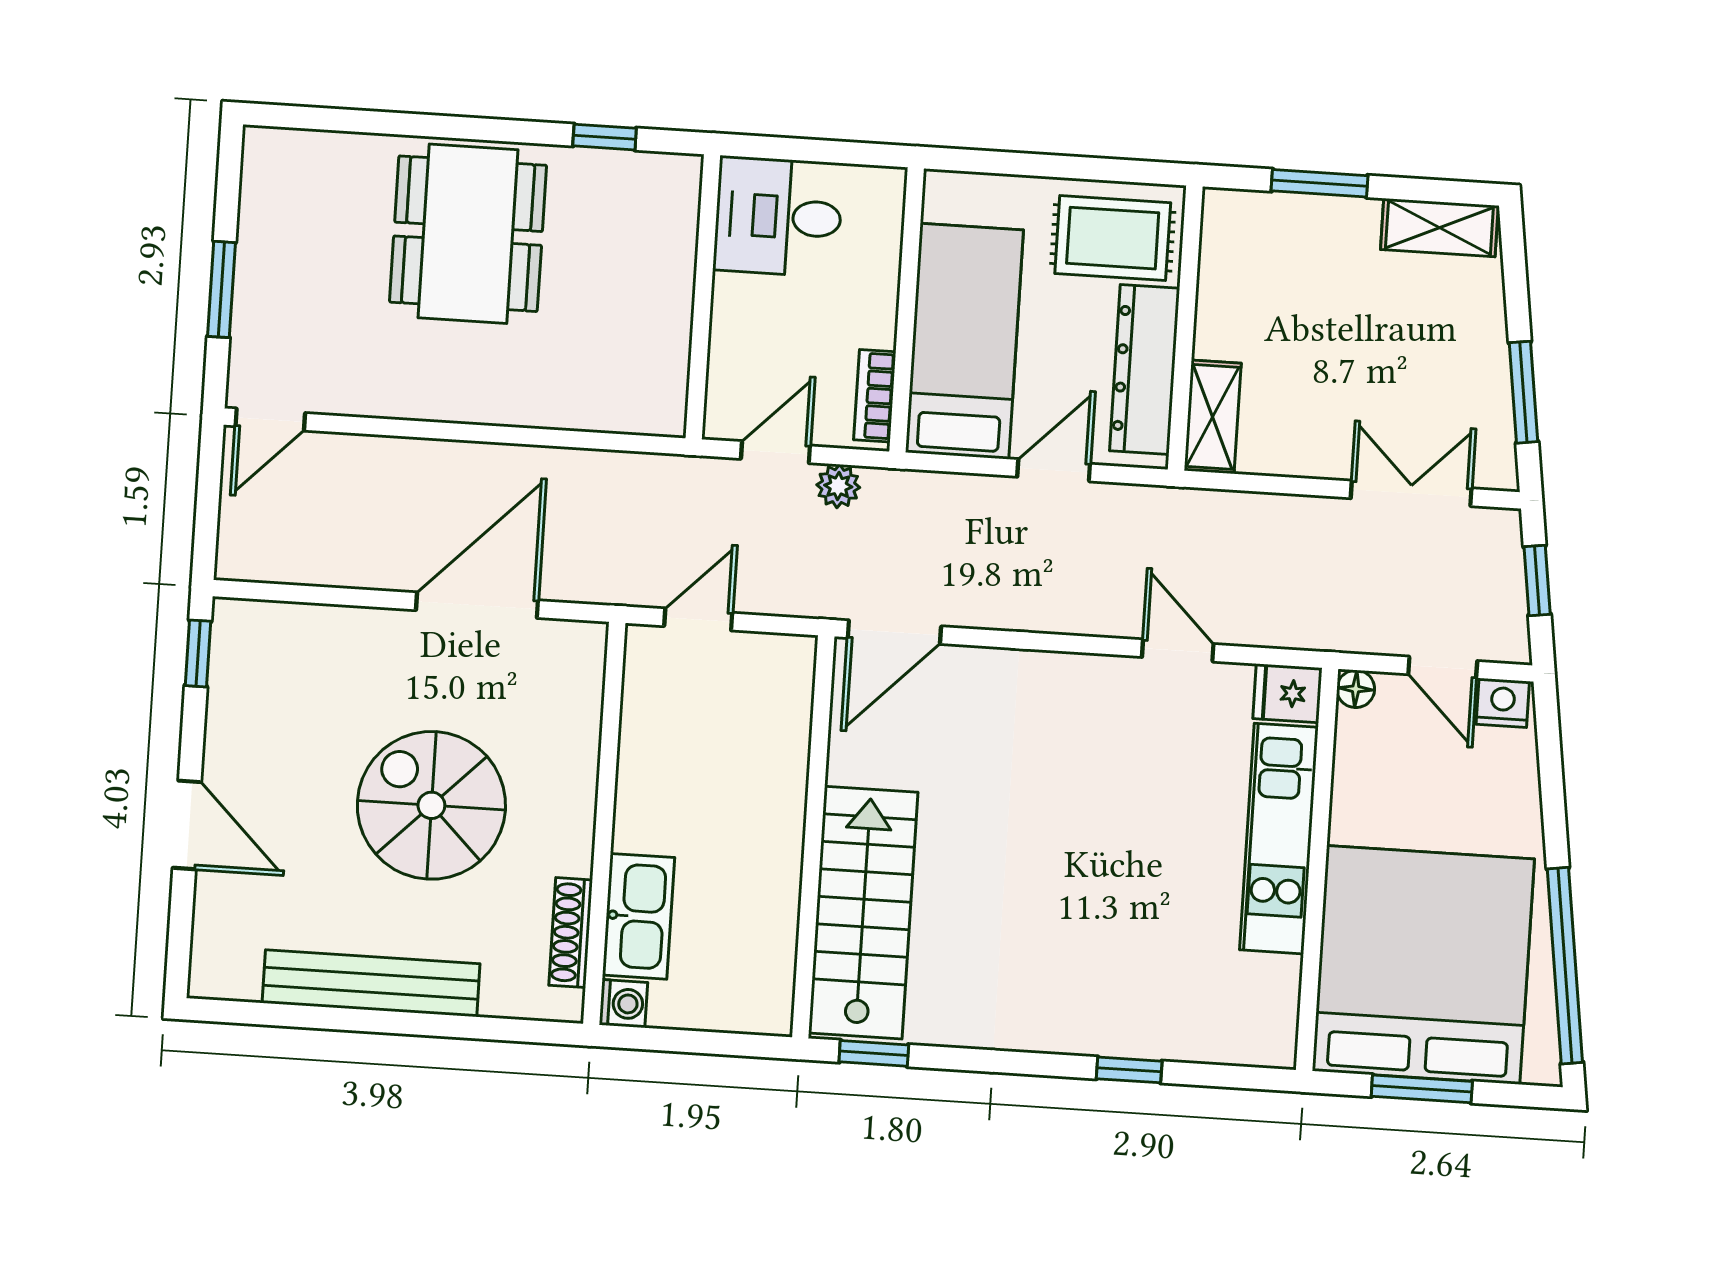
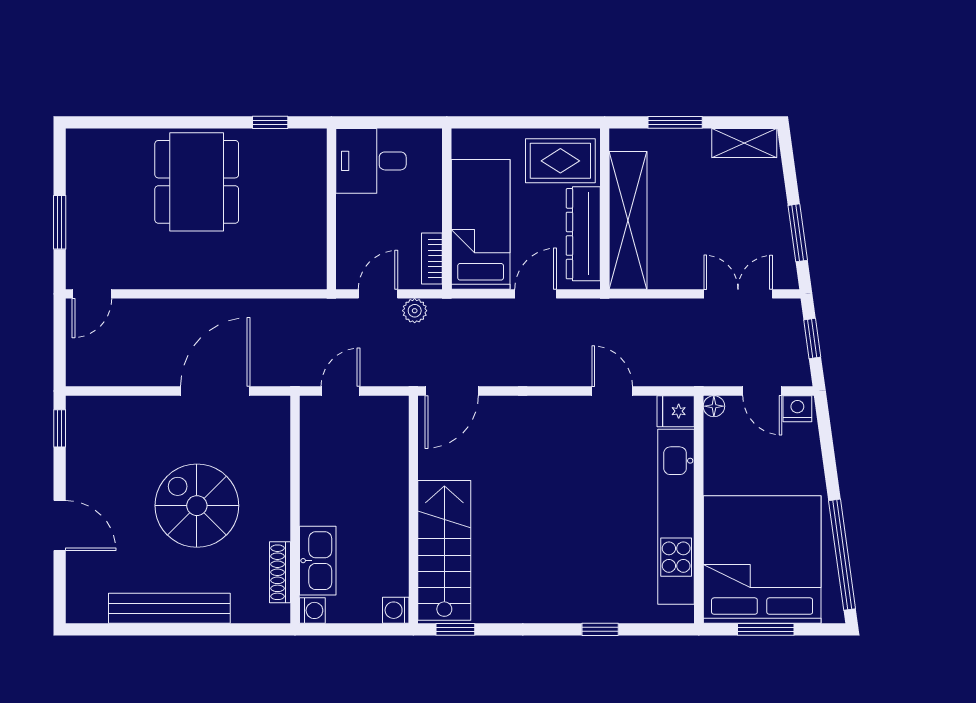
shelving: (1213, 417) -> (628, 220), width x2.20, depth x1.33
kitchen unit: (1279, 839) -> (676, 517), width x1.36
washing machine: (771, 1013) -> (396, 610), added

